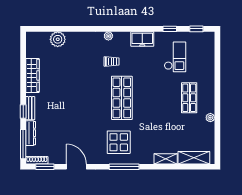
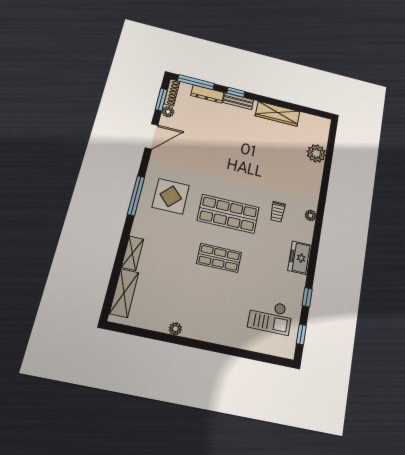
checkout: (175, 57) -> (270, 317), moved
shop shelf: (189, 98) -> (219, 258), moved
plant: (53, 159) -> (168, 112), added

